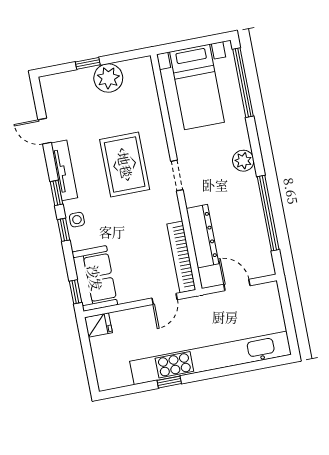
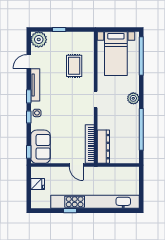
plant: (108, 78) -> (39, 39), moved
door: (45, 131) -> (29, 62), hinge flipped
rug: (125, 165) -> (74, 66), moved, width x0.73, depth x0.70
dresser: (202, 236) -> (103, 147), moved
door: (237, 285) -> (117, 165), removed
door: (165, 299) -> (76, 165), hinge flipped
fridge: (98, 325) -> (38, 184), moved

